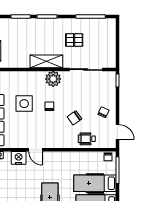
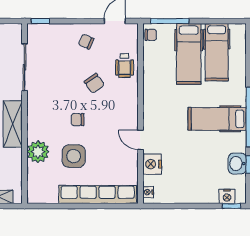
plant: (53, 79) -> (38, 152), moved
door: (35, 150) -> (140, 140), swing flipped

